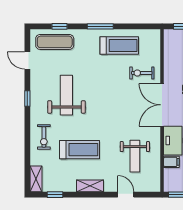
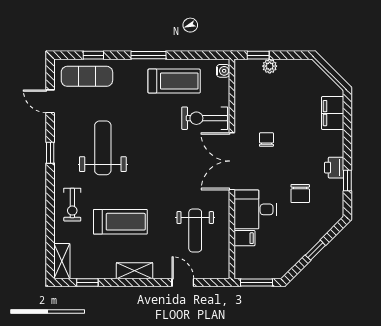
water cooler: (156, 38) -> (223, 71), added
exercise bike: (142, 73) -> (205, 118), width x1.38, depth x1.39

